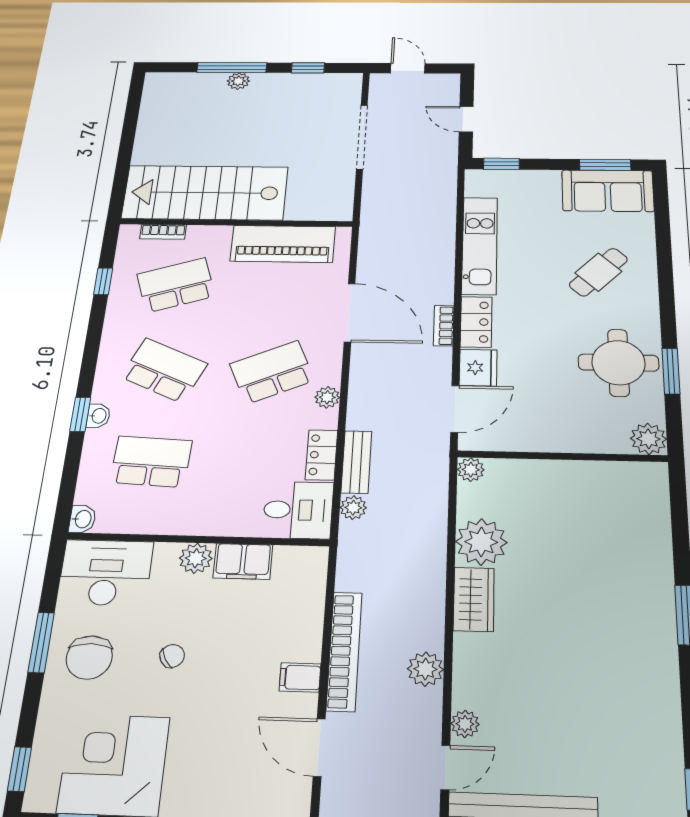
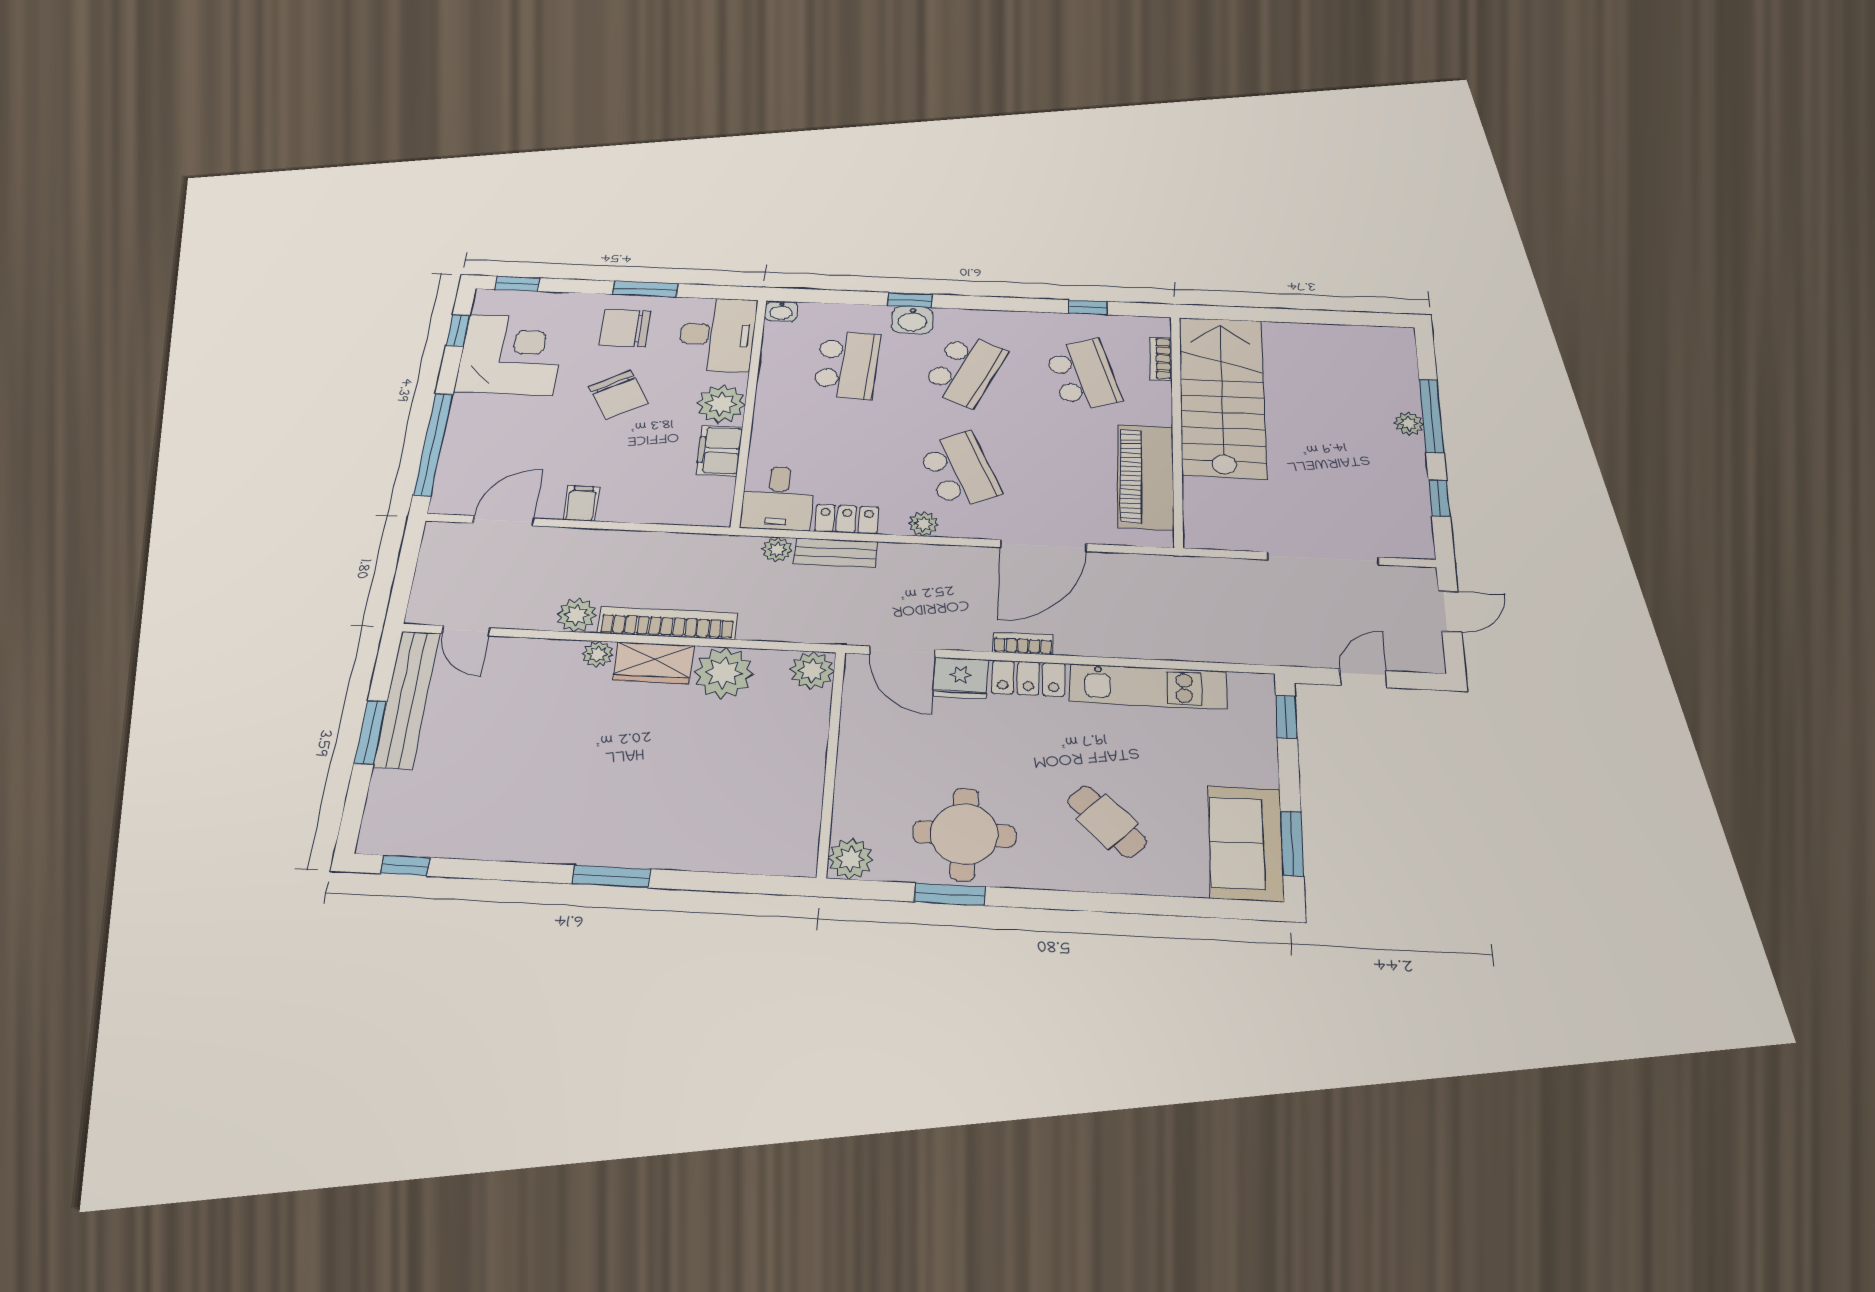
washbasin: (98, 416) -> (912, 320), width x1.38, depth x1.45
plant: (471, 470) -> (812, 670), width x1.38, depth x1.38
plant: (196, 558) -> (721, 404), width x1.36, depth x1.36
bookcase: (344, 651) -> (667, 623), moved, turned 180
chair: (172, 656) -> (618, 395), width x1.87, depth x1.87
plant: (465, 724) -> (598, 654), moved

